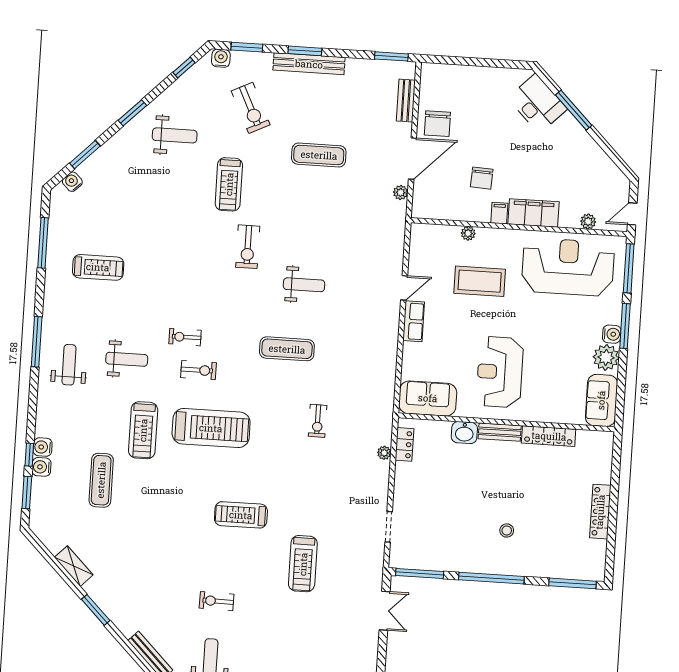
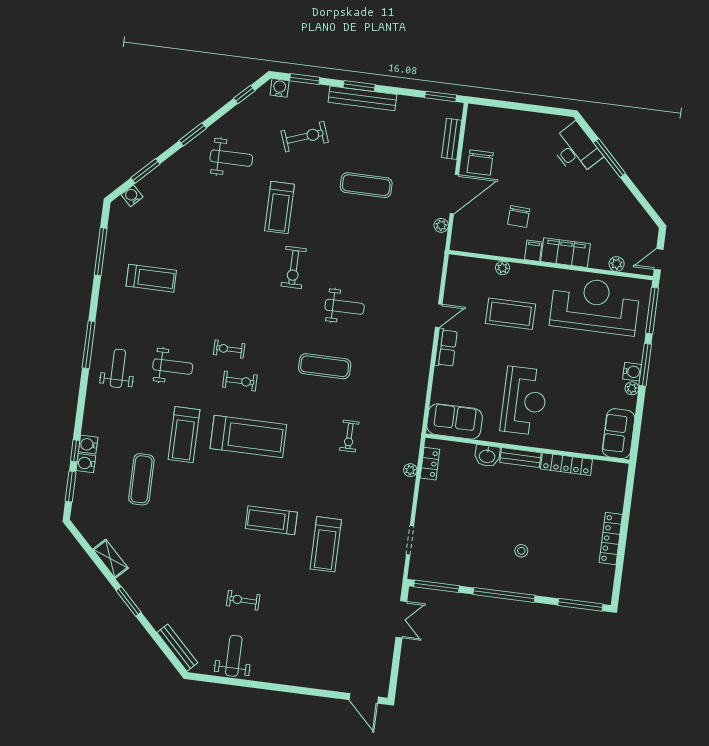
exercise bike: (251, 108) -> (305, 137), turned -84
plant: (606, 357) -> (632, 388), width x0.53, depth x0.53
reception desk: (500, 372) -> (524, 401), turned 180
treadmill: (303, 564) -> (326, 544), moved

